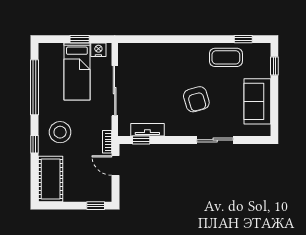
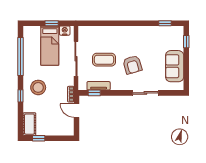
coffee table: (226, 57) -> (104, 60), moved
cot: (51, 179) -> (29, 124), width x0.73, depth x0.75
window: (96, 206) -> (39, 138), moved

